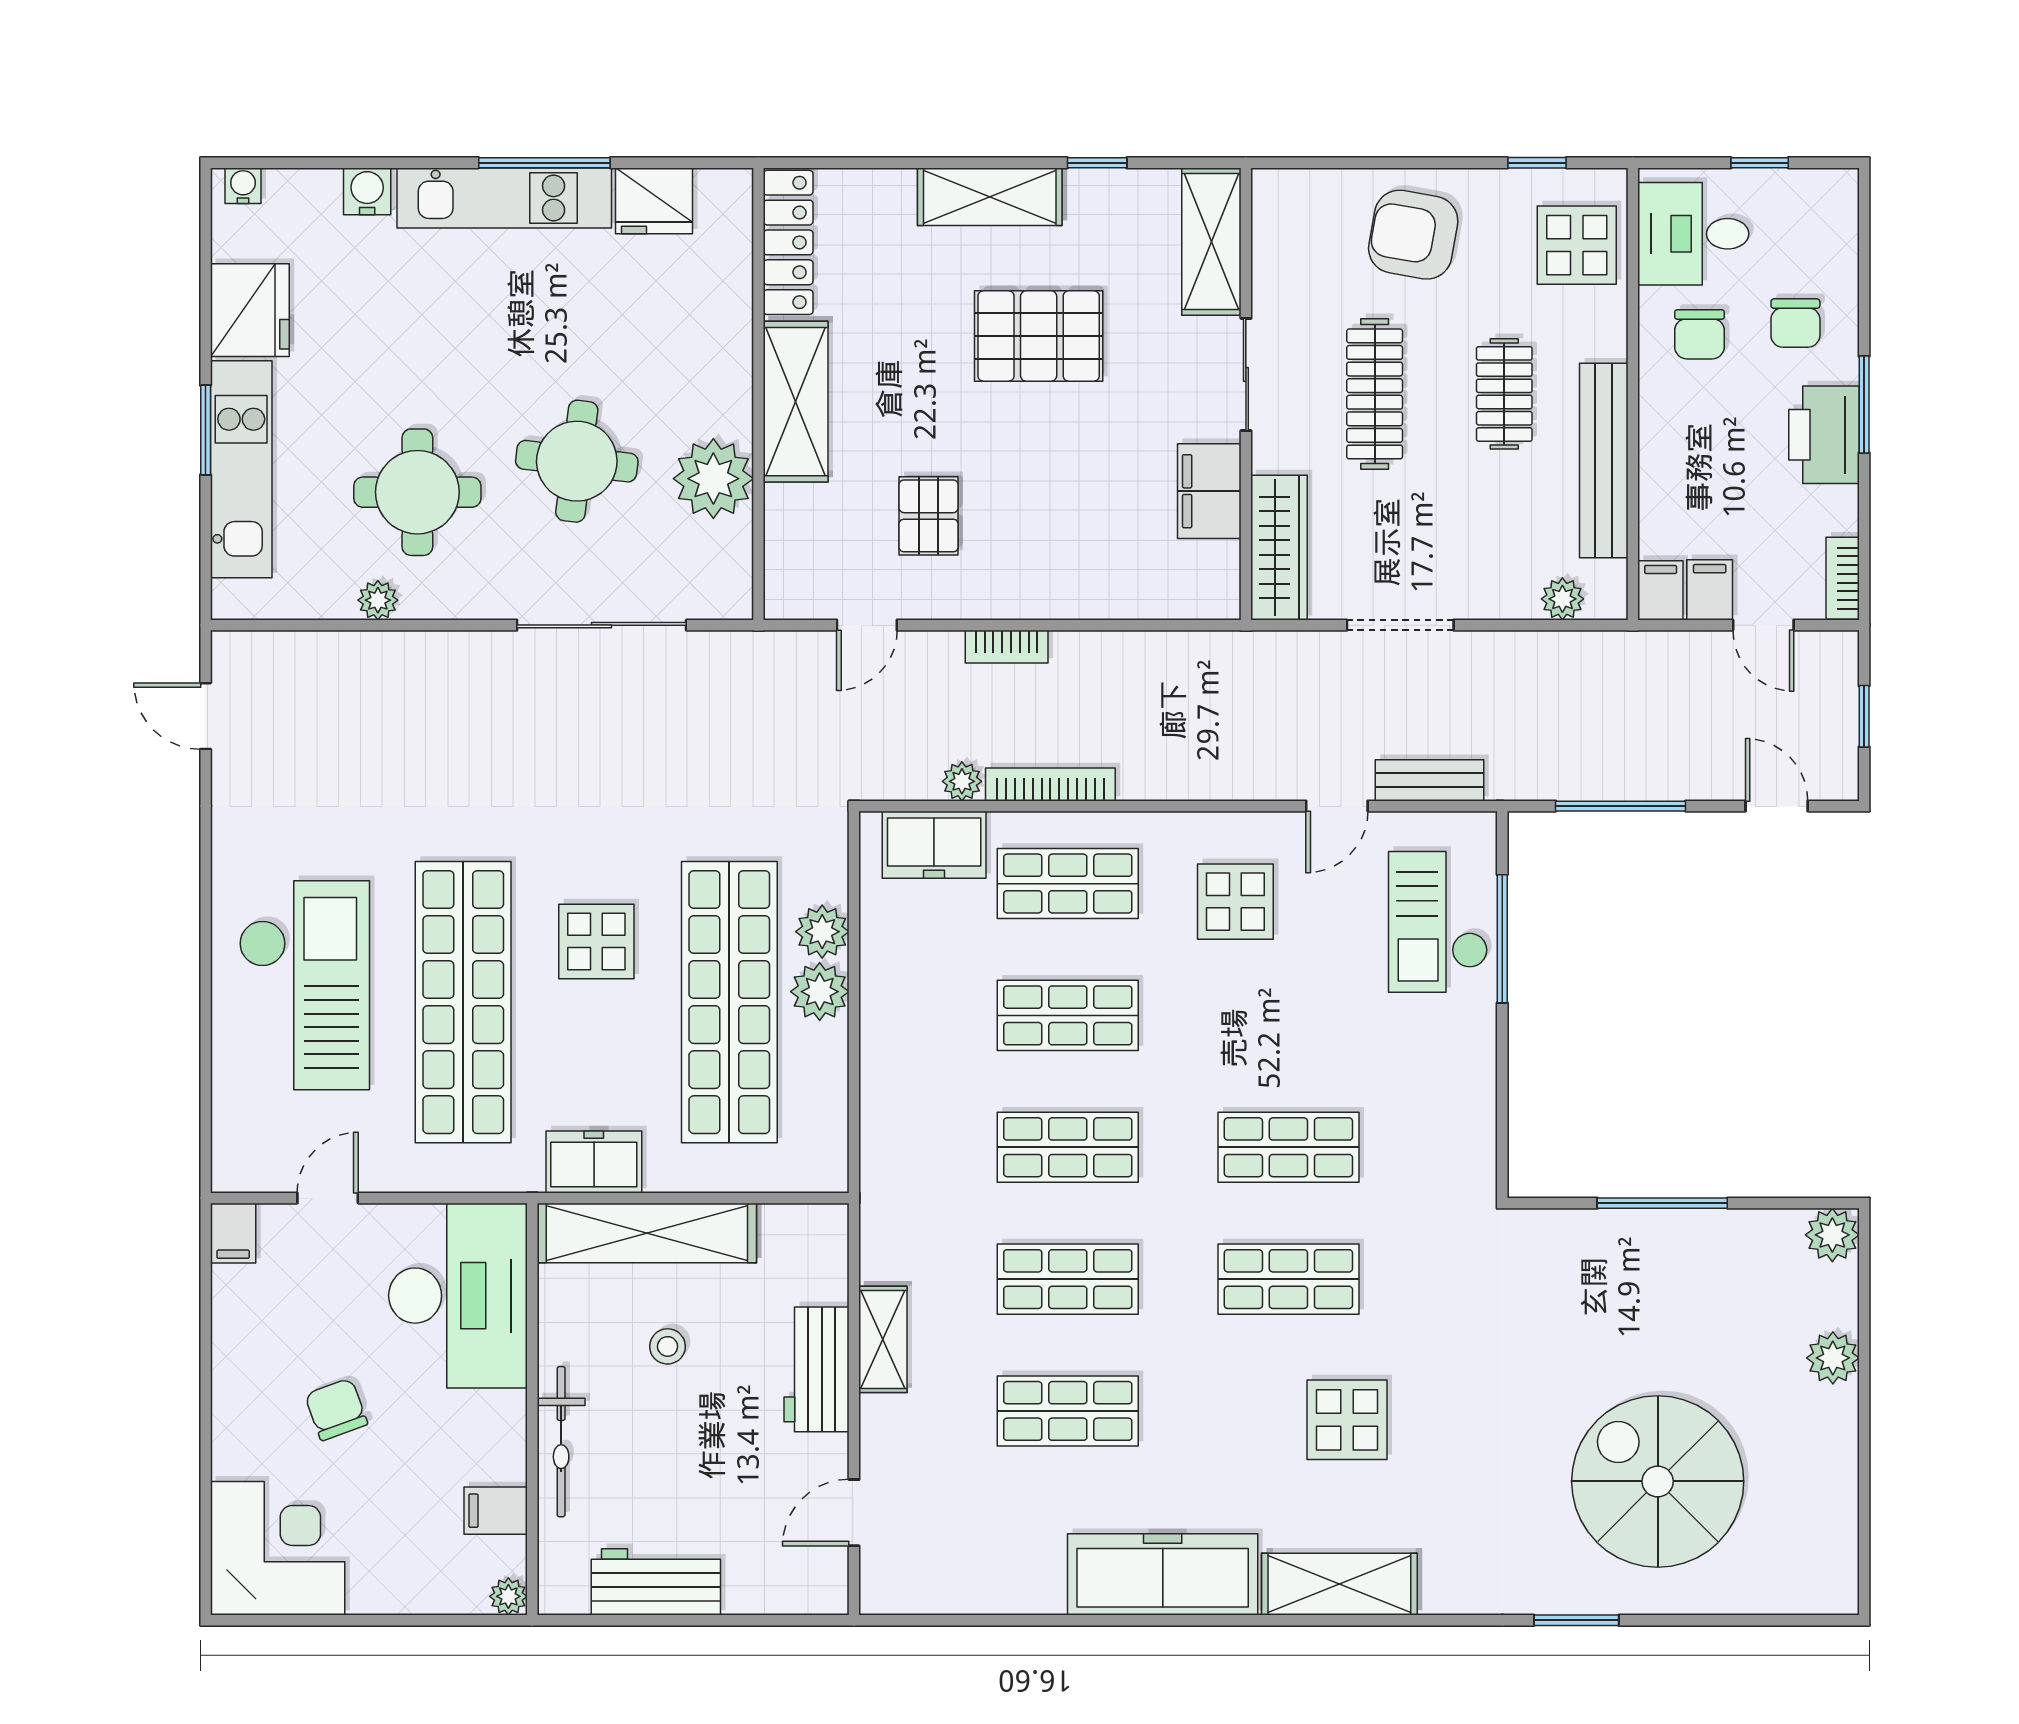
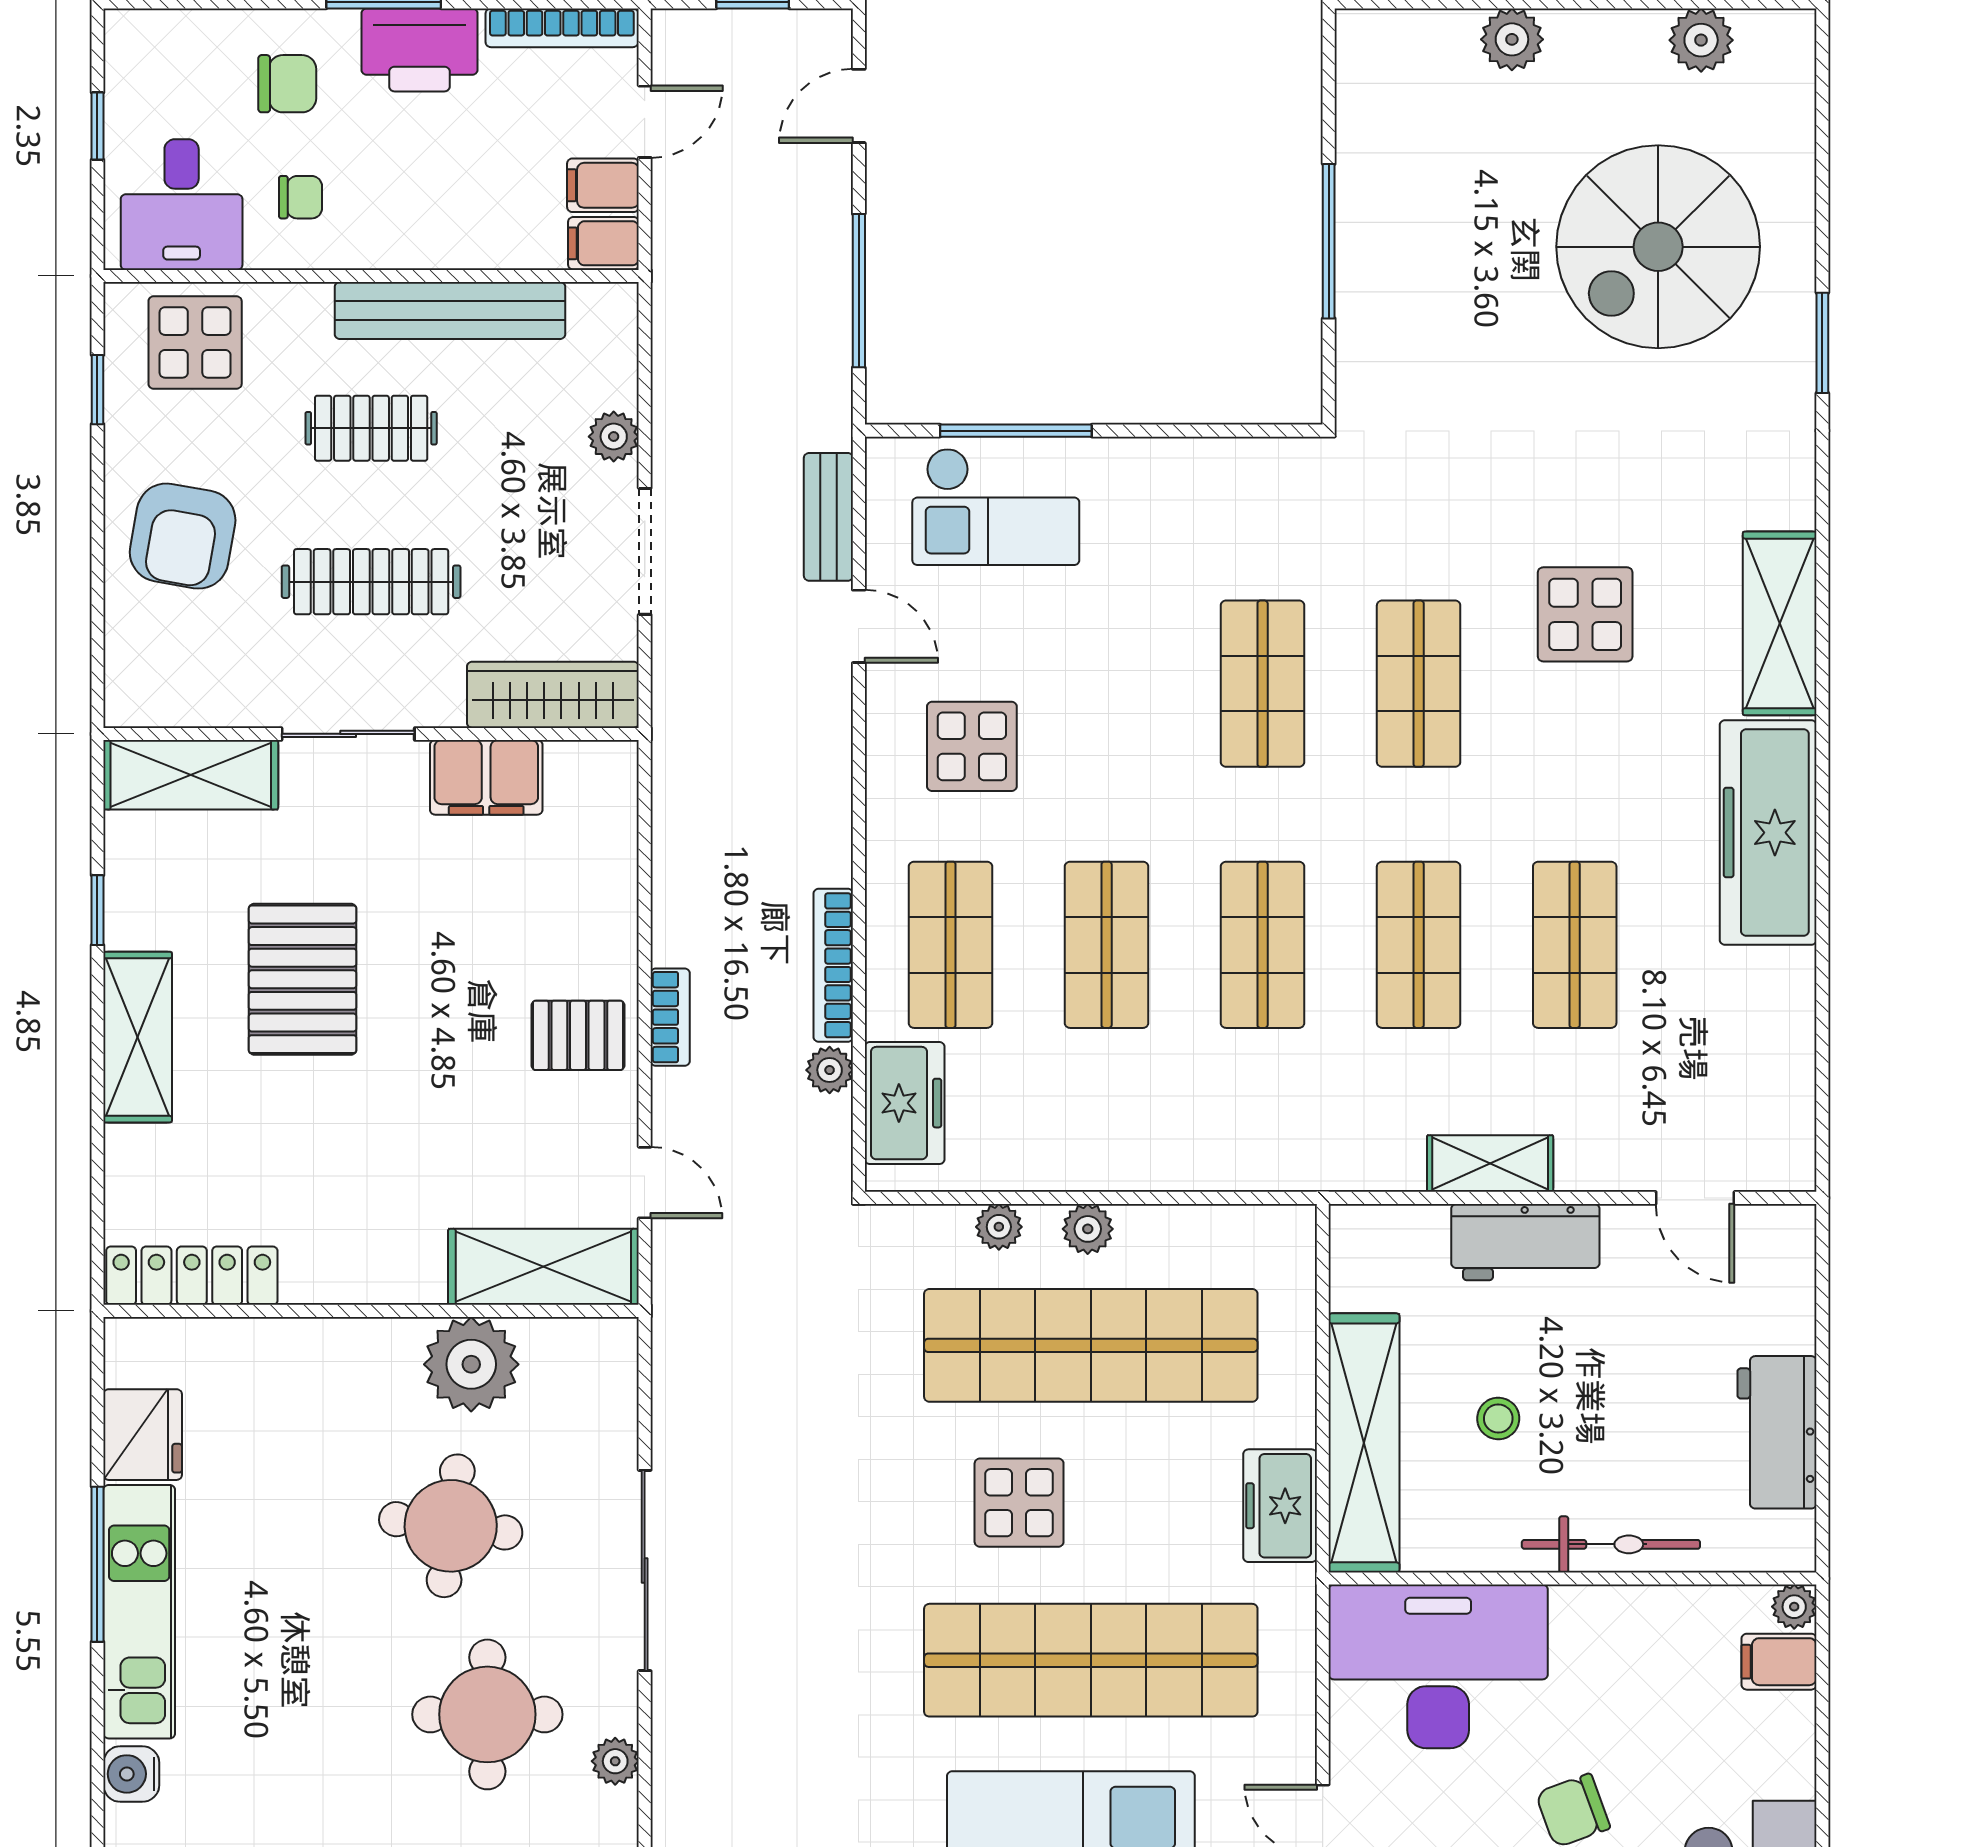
chair: (1700, 334) -> (300, 197), width x0.73, depth x0.73
shelving: (796, 402) -> (543, 1267), moved
pallet: (929, 516) -> (578, 1035), moved
bookcase: (1843, 578) -> (562, 28), width x1.56
plant: (1562, 599) -> (614, 437), moved
sliding door: (602, 625) -> (645, 1570), moved
plant: (822, 932) -> (999, 1227), width x0.73, depth x0.73
plant: (820, 992) -> (1088, 1229), width x0.73, depth x0.73
plant: (1832, 1235) -> (1701, 40), moved
filing cabinet: (496, 1511) -> (1779, 1662), moved, turned 90

